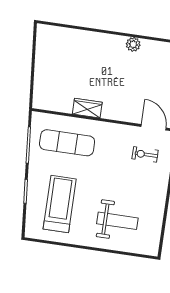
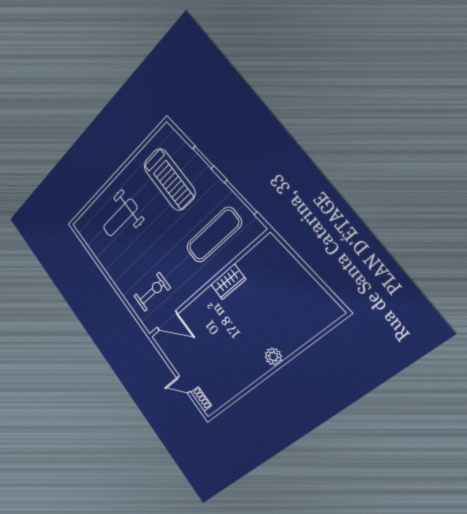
plant: (133, 44) -> (273, 357), moved
exercise bike: (145, 154) -> (152, 292), width x1.38, depth x1.39

